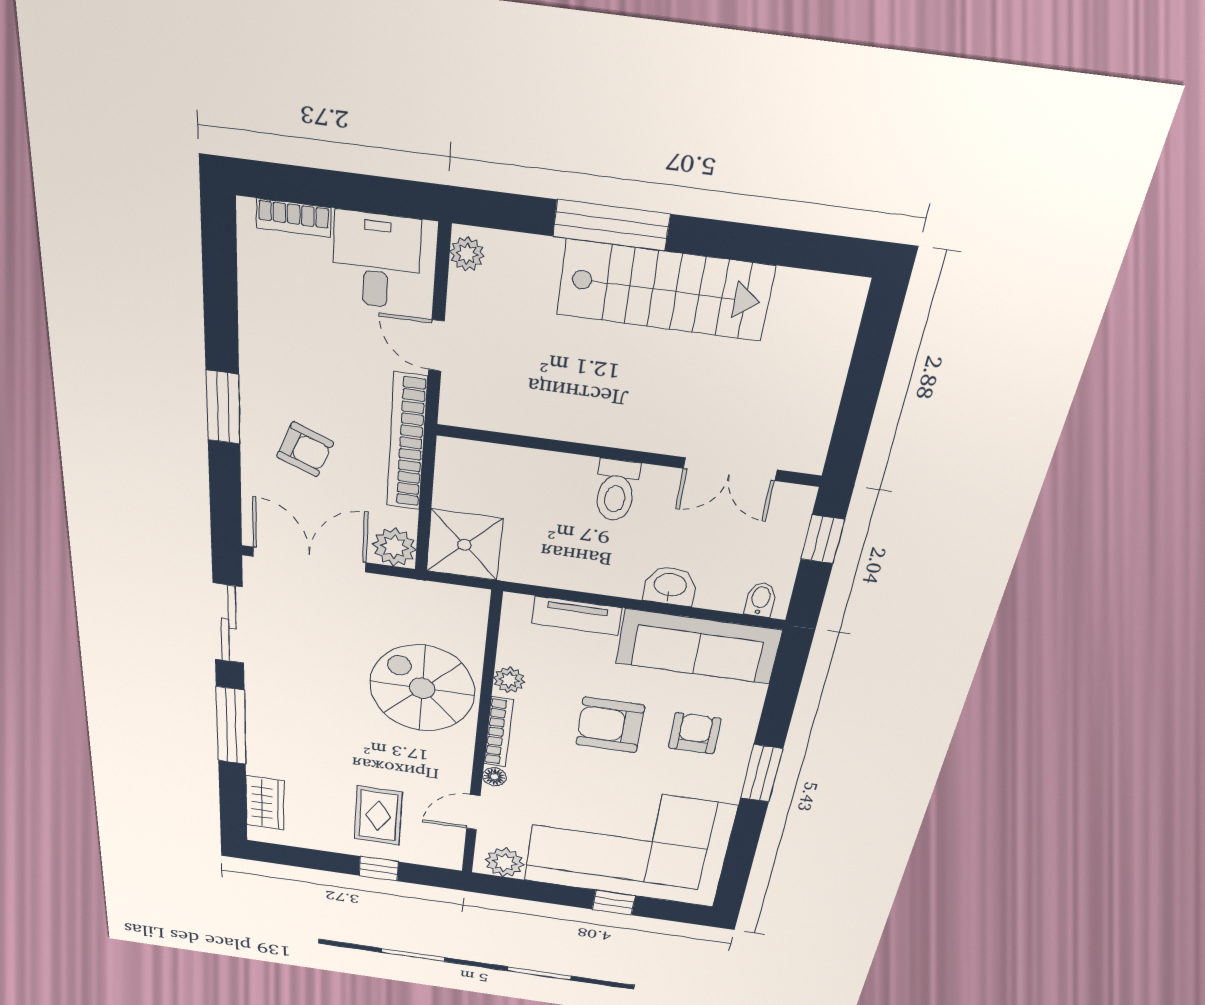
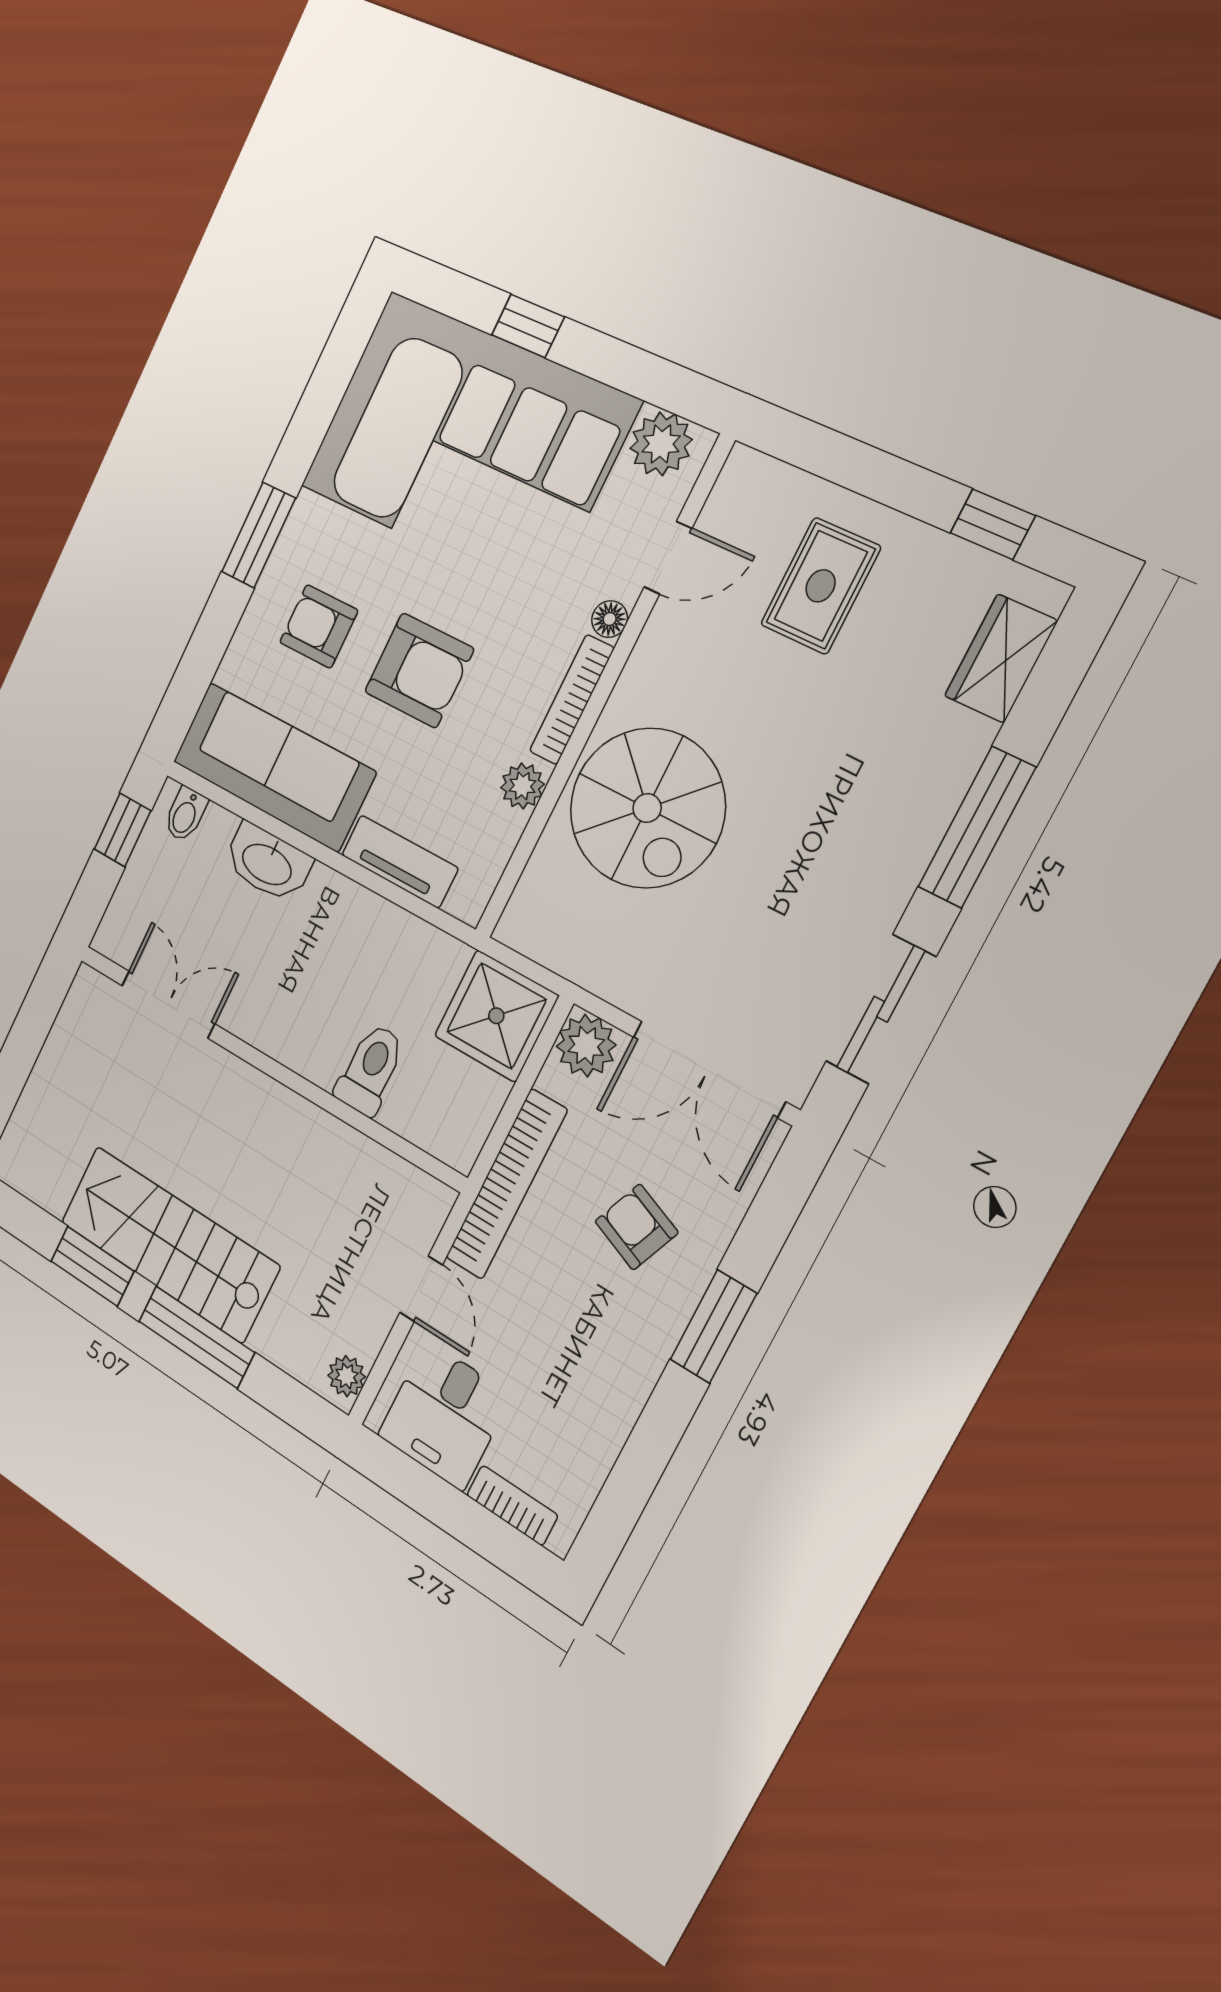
window: (733, 241) -> (92, 1266), added
toilet: (616, 490) -> (370, 1069), moved
window: (823, 539) -> (122, 830), moved
washbasin: (670, 586) -> (268, 863), width x1.38
armchair: (695, 733) -> (319, 626), turned 90
window: (379, 869) -> (993, 524), moved

